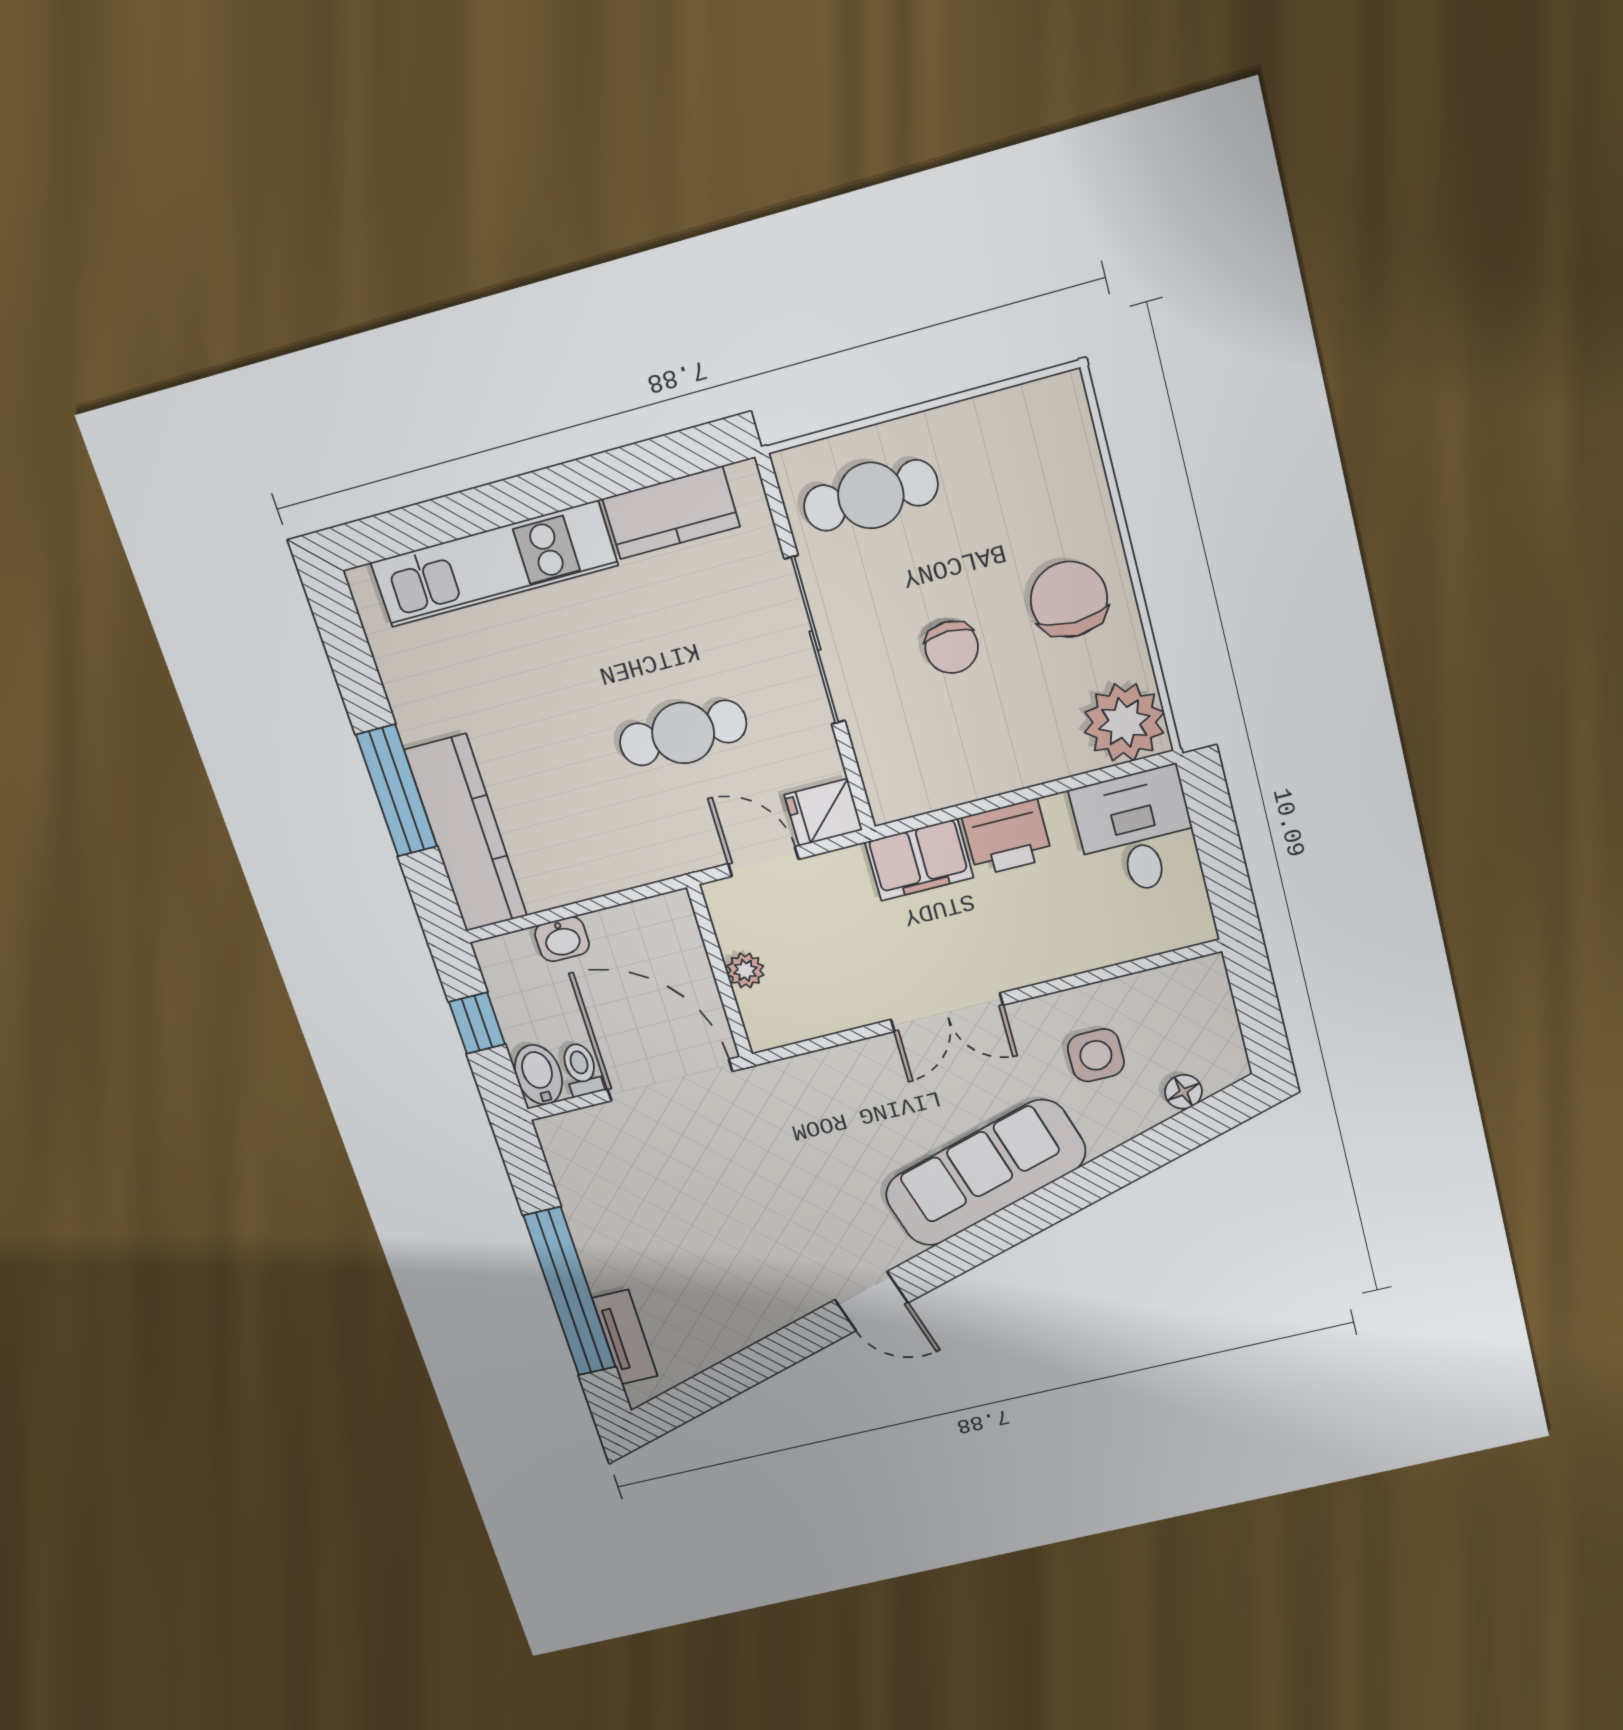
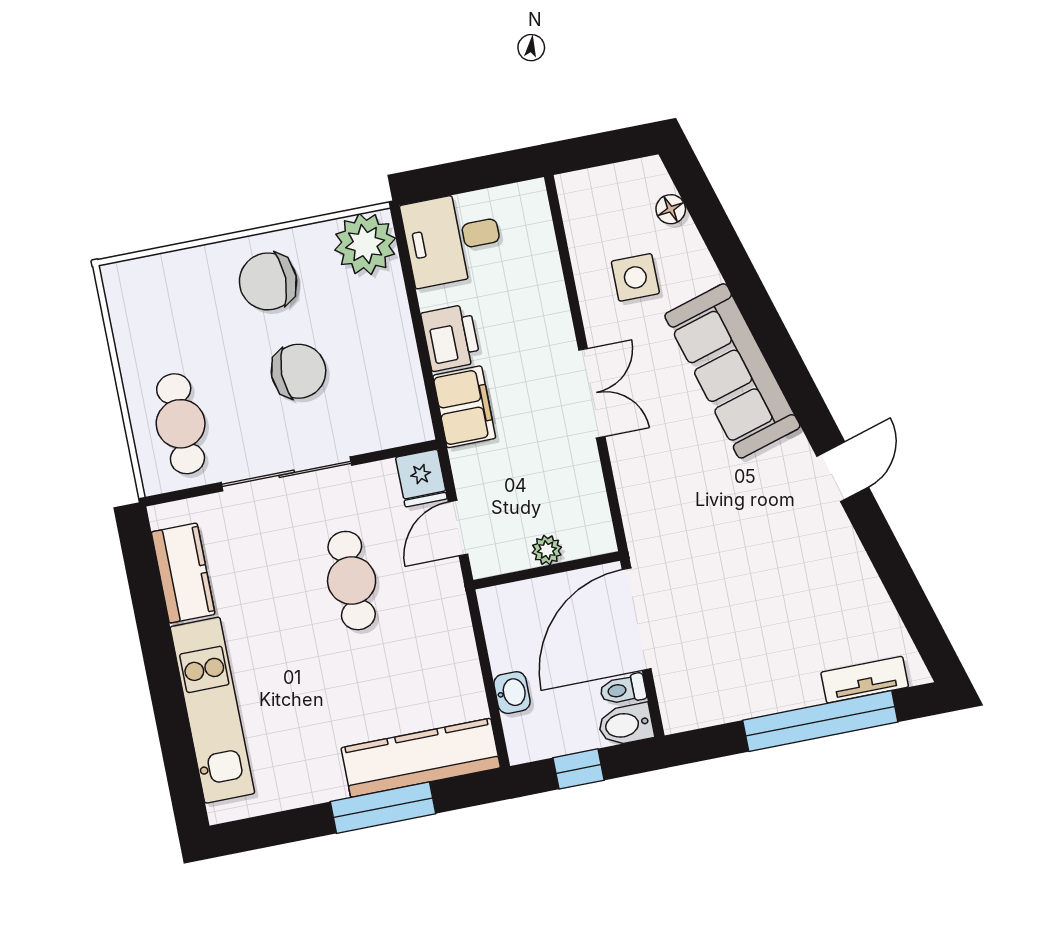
chair: (952, 647) -> (298, 371), width x1.37, depth x1.37

